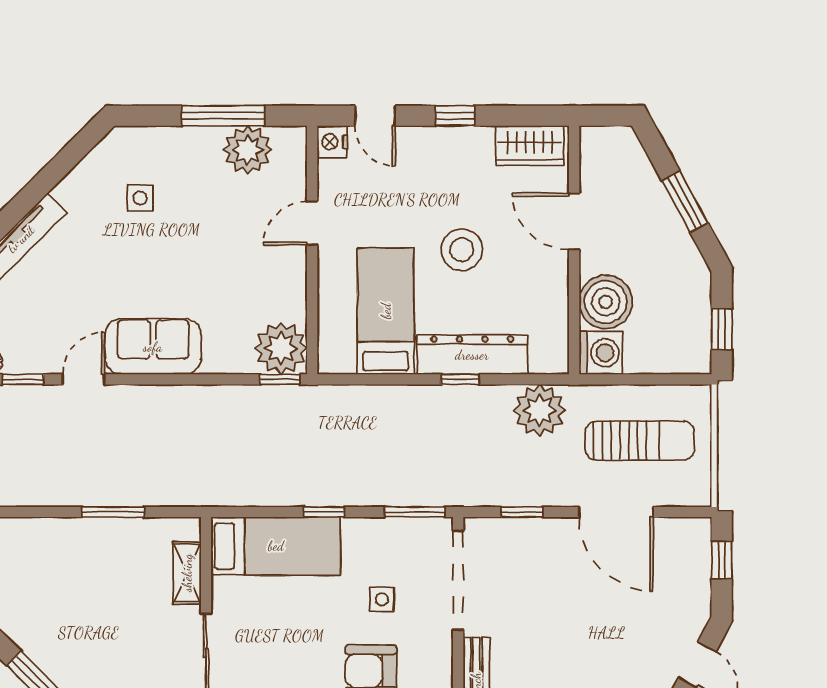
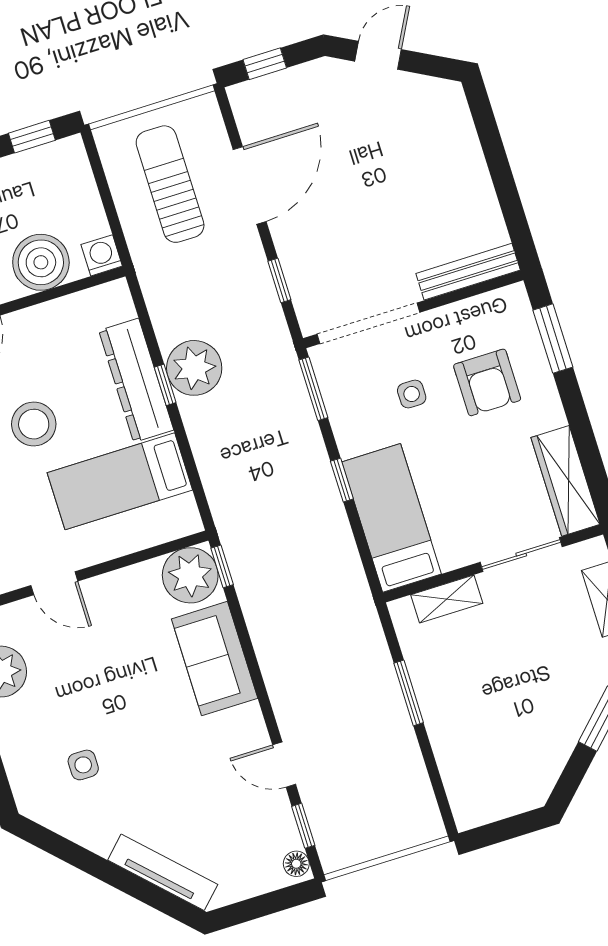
sofa: (153, 347) -> (215, 659), moved
washing machine: (601, 353) -> (102, 255), width x0.73, depth x0.73
plant: (540, 410) -> (194, 368), moved

